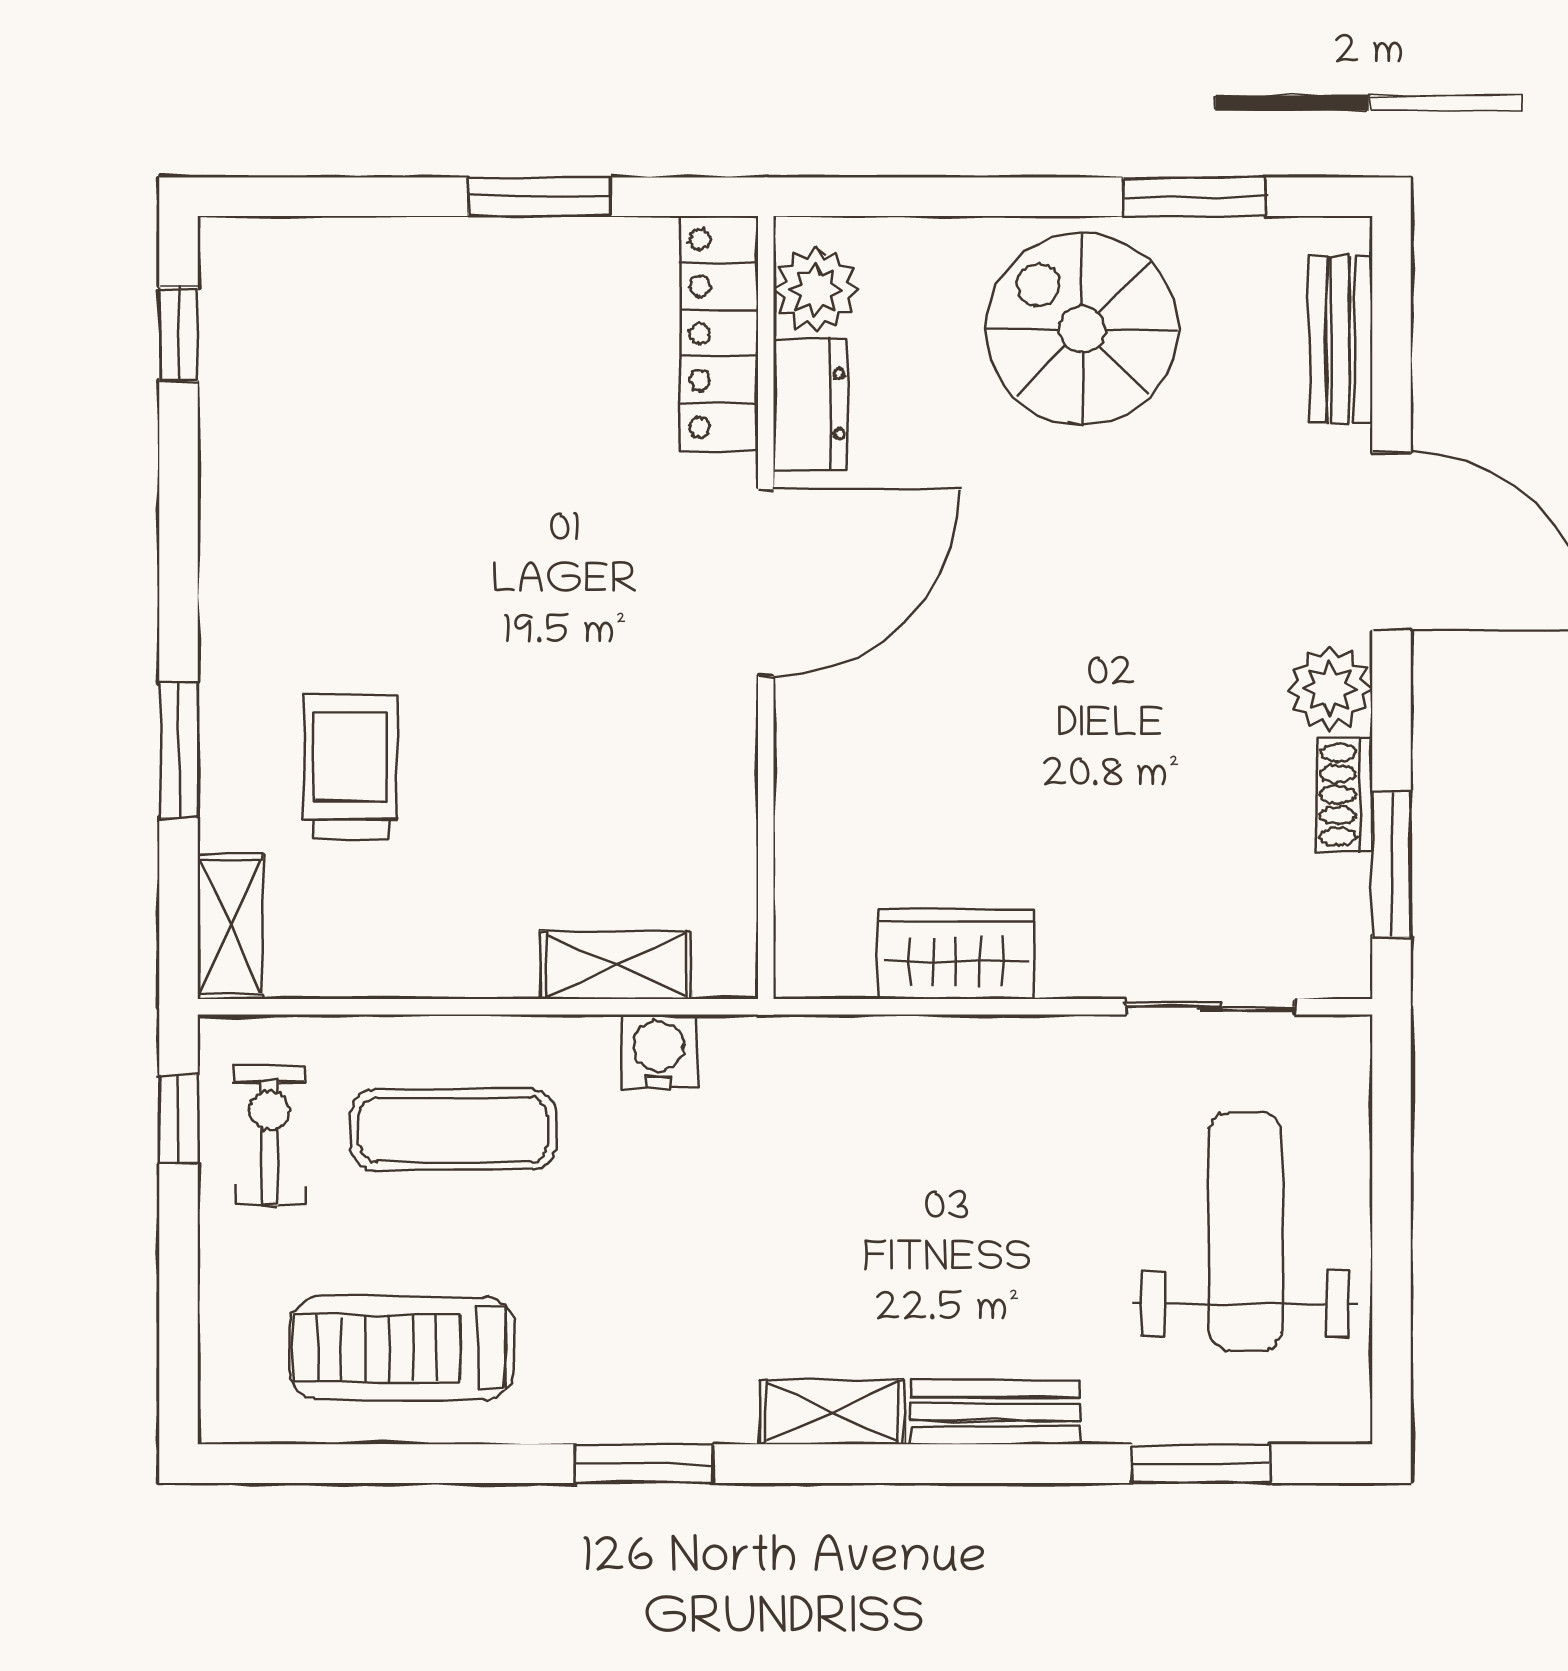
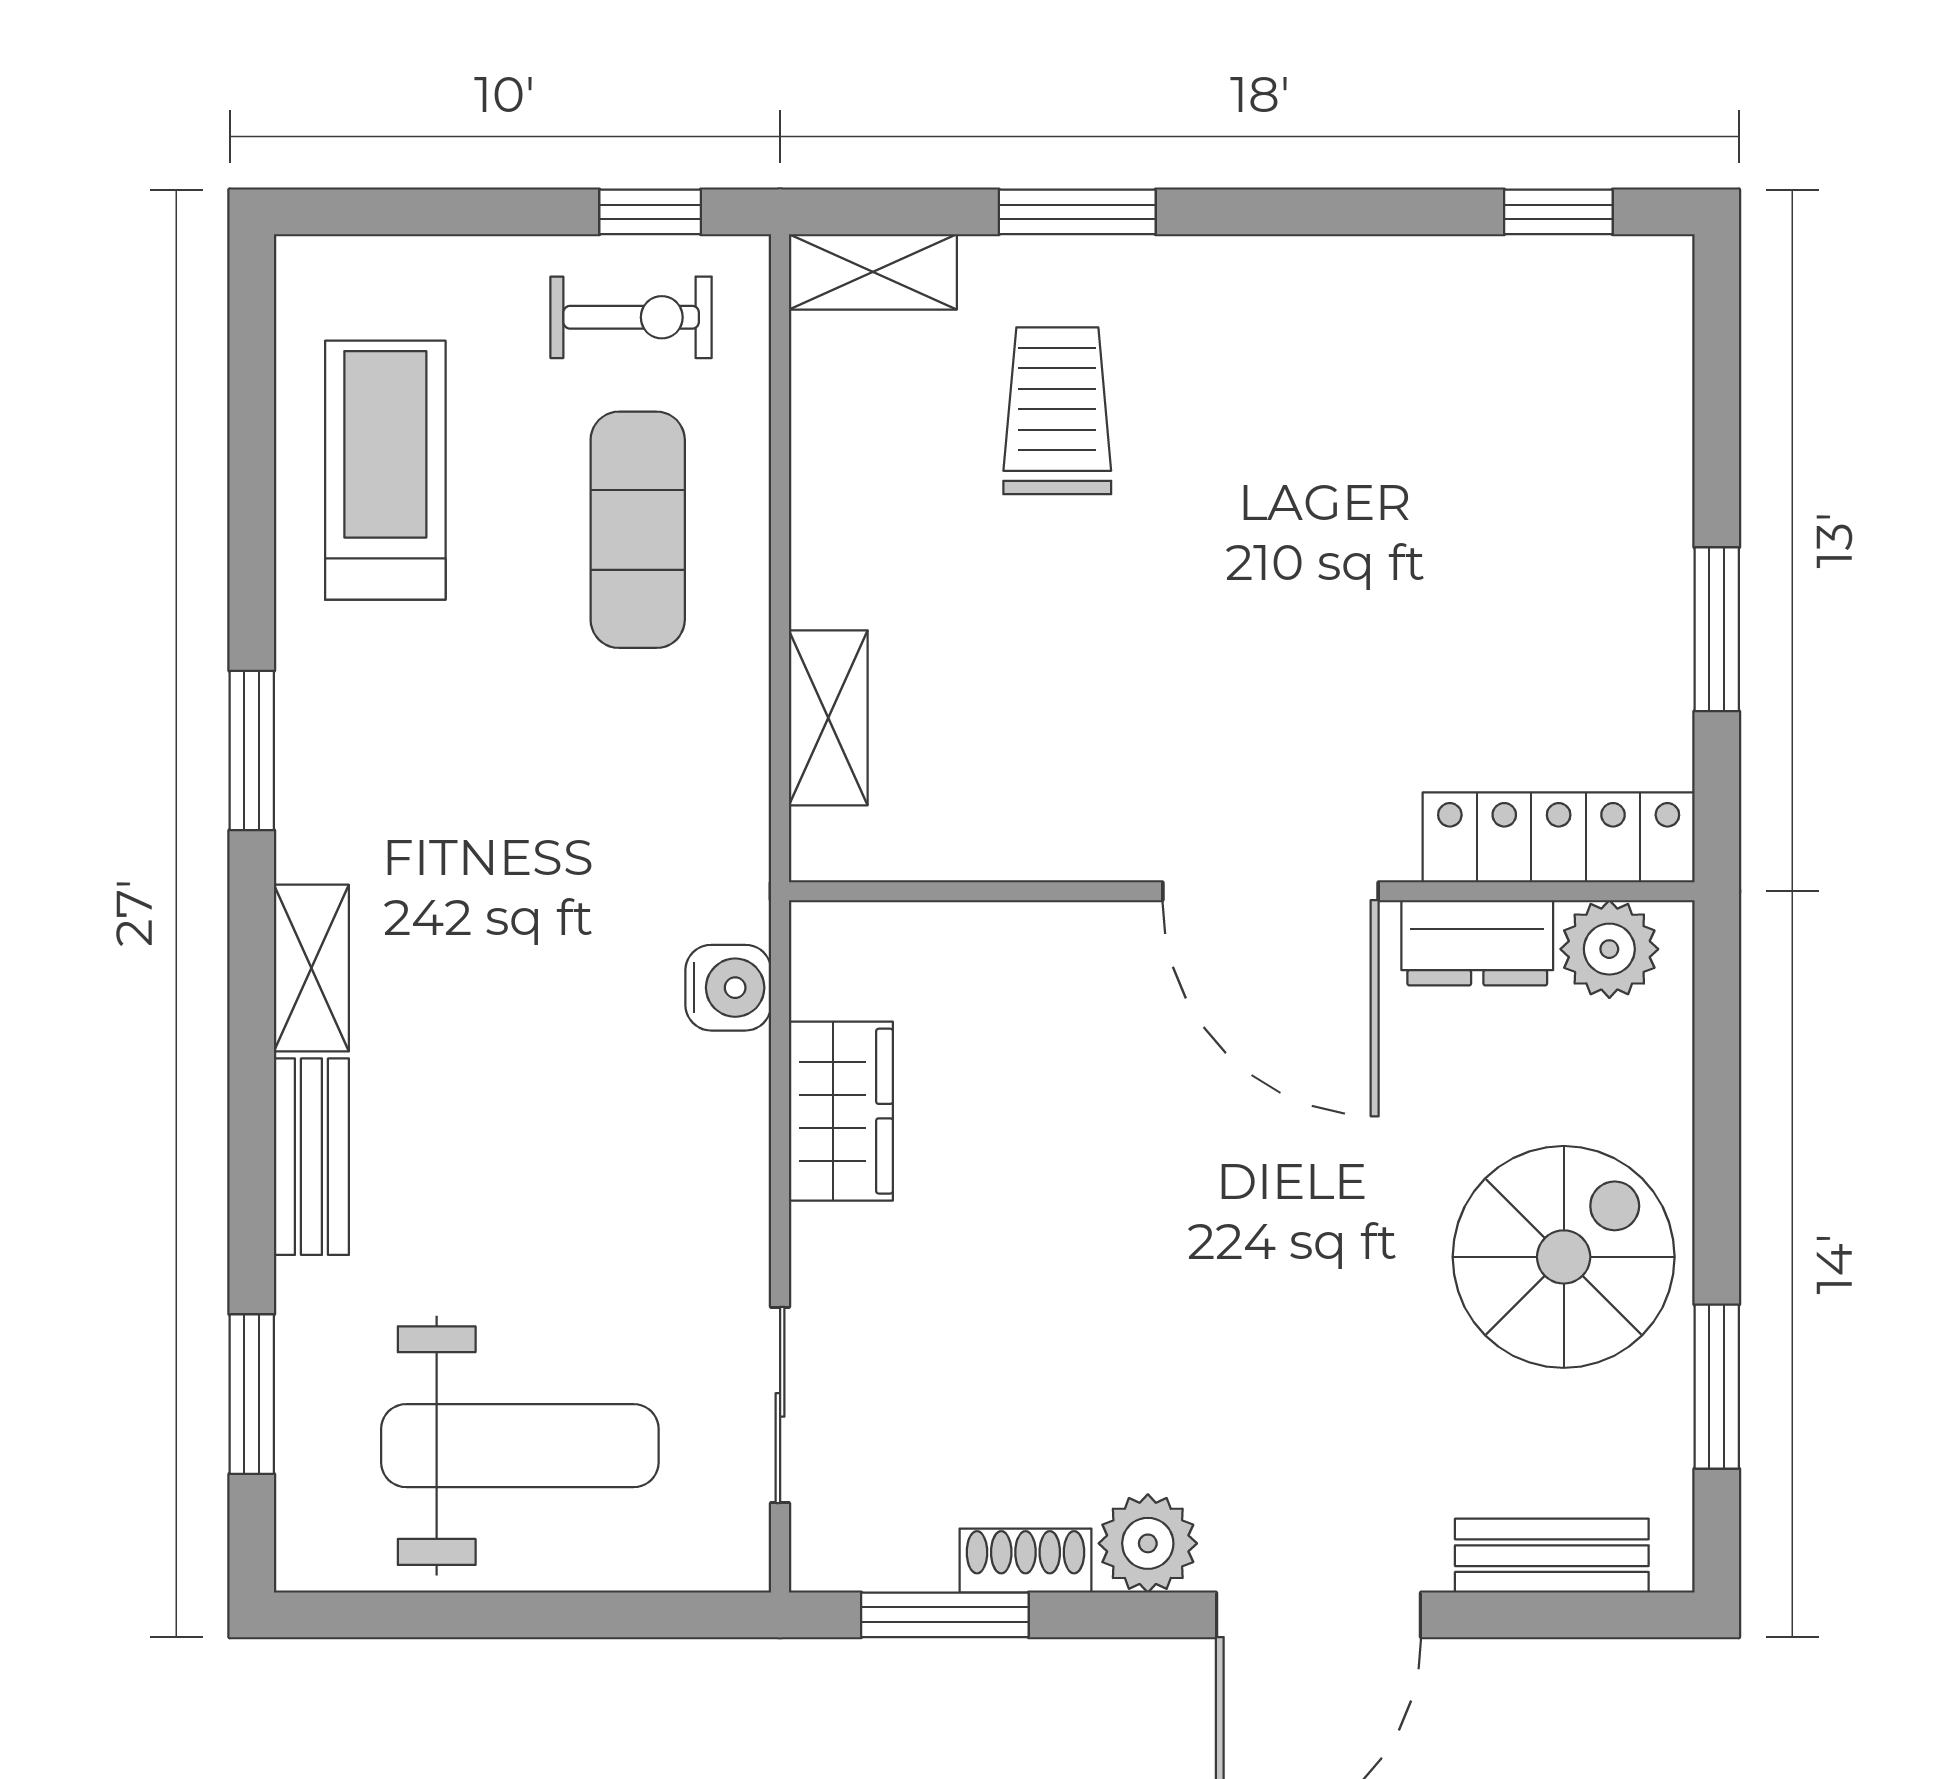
trolley: (350, 767) -> (1057, 411), turned -90
water cooler: (659, 1052) -> (728, 988), moved

